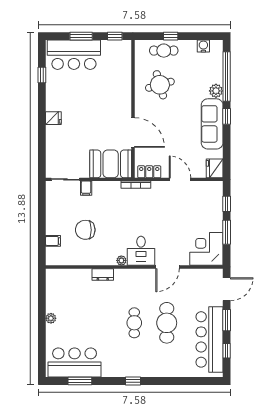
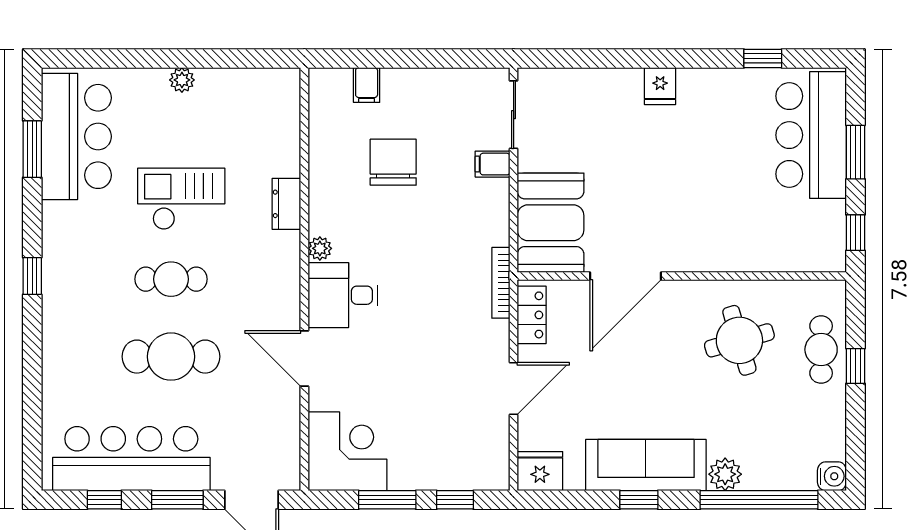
water cooler: (203, 46) -> (832, 476), moved
window: (227, 116) -> (639, 500), moved
checkout: (101, 319) -> (181, 199), added

